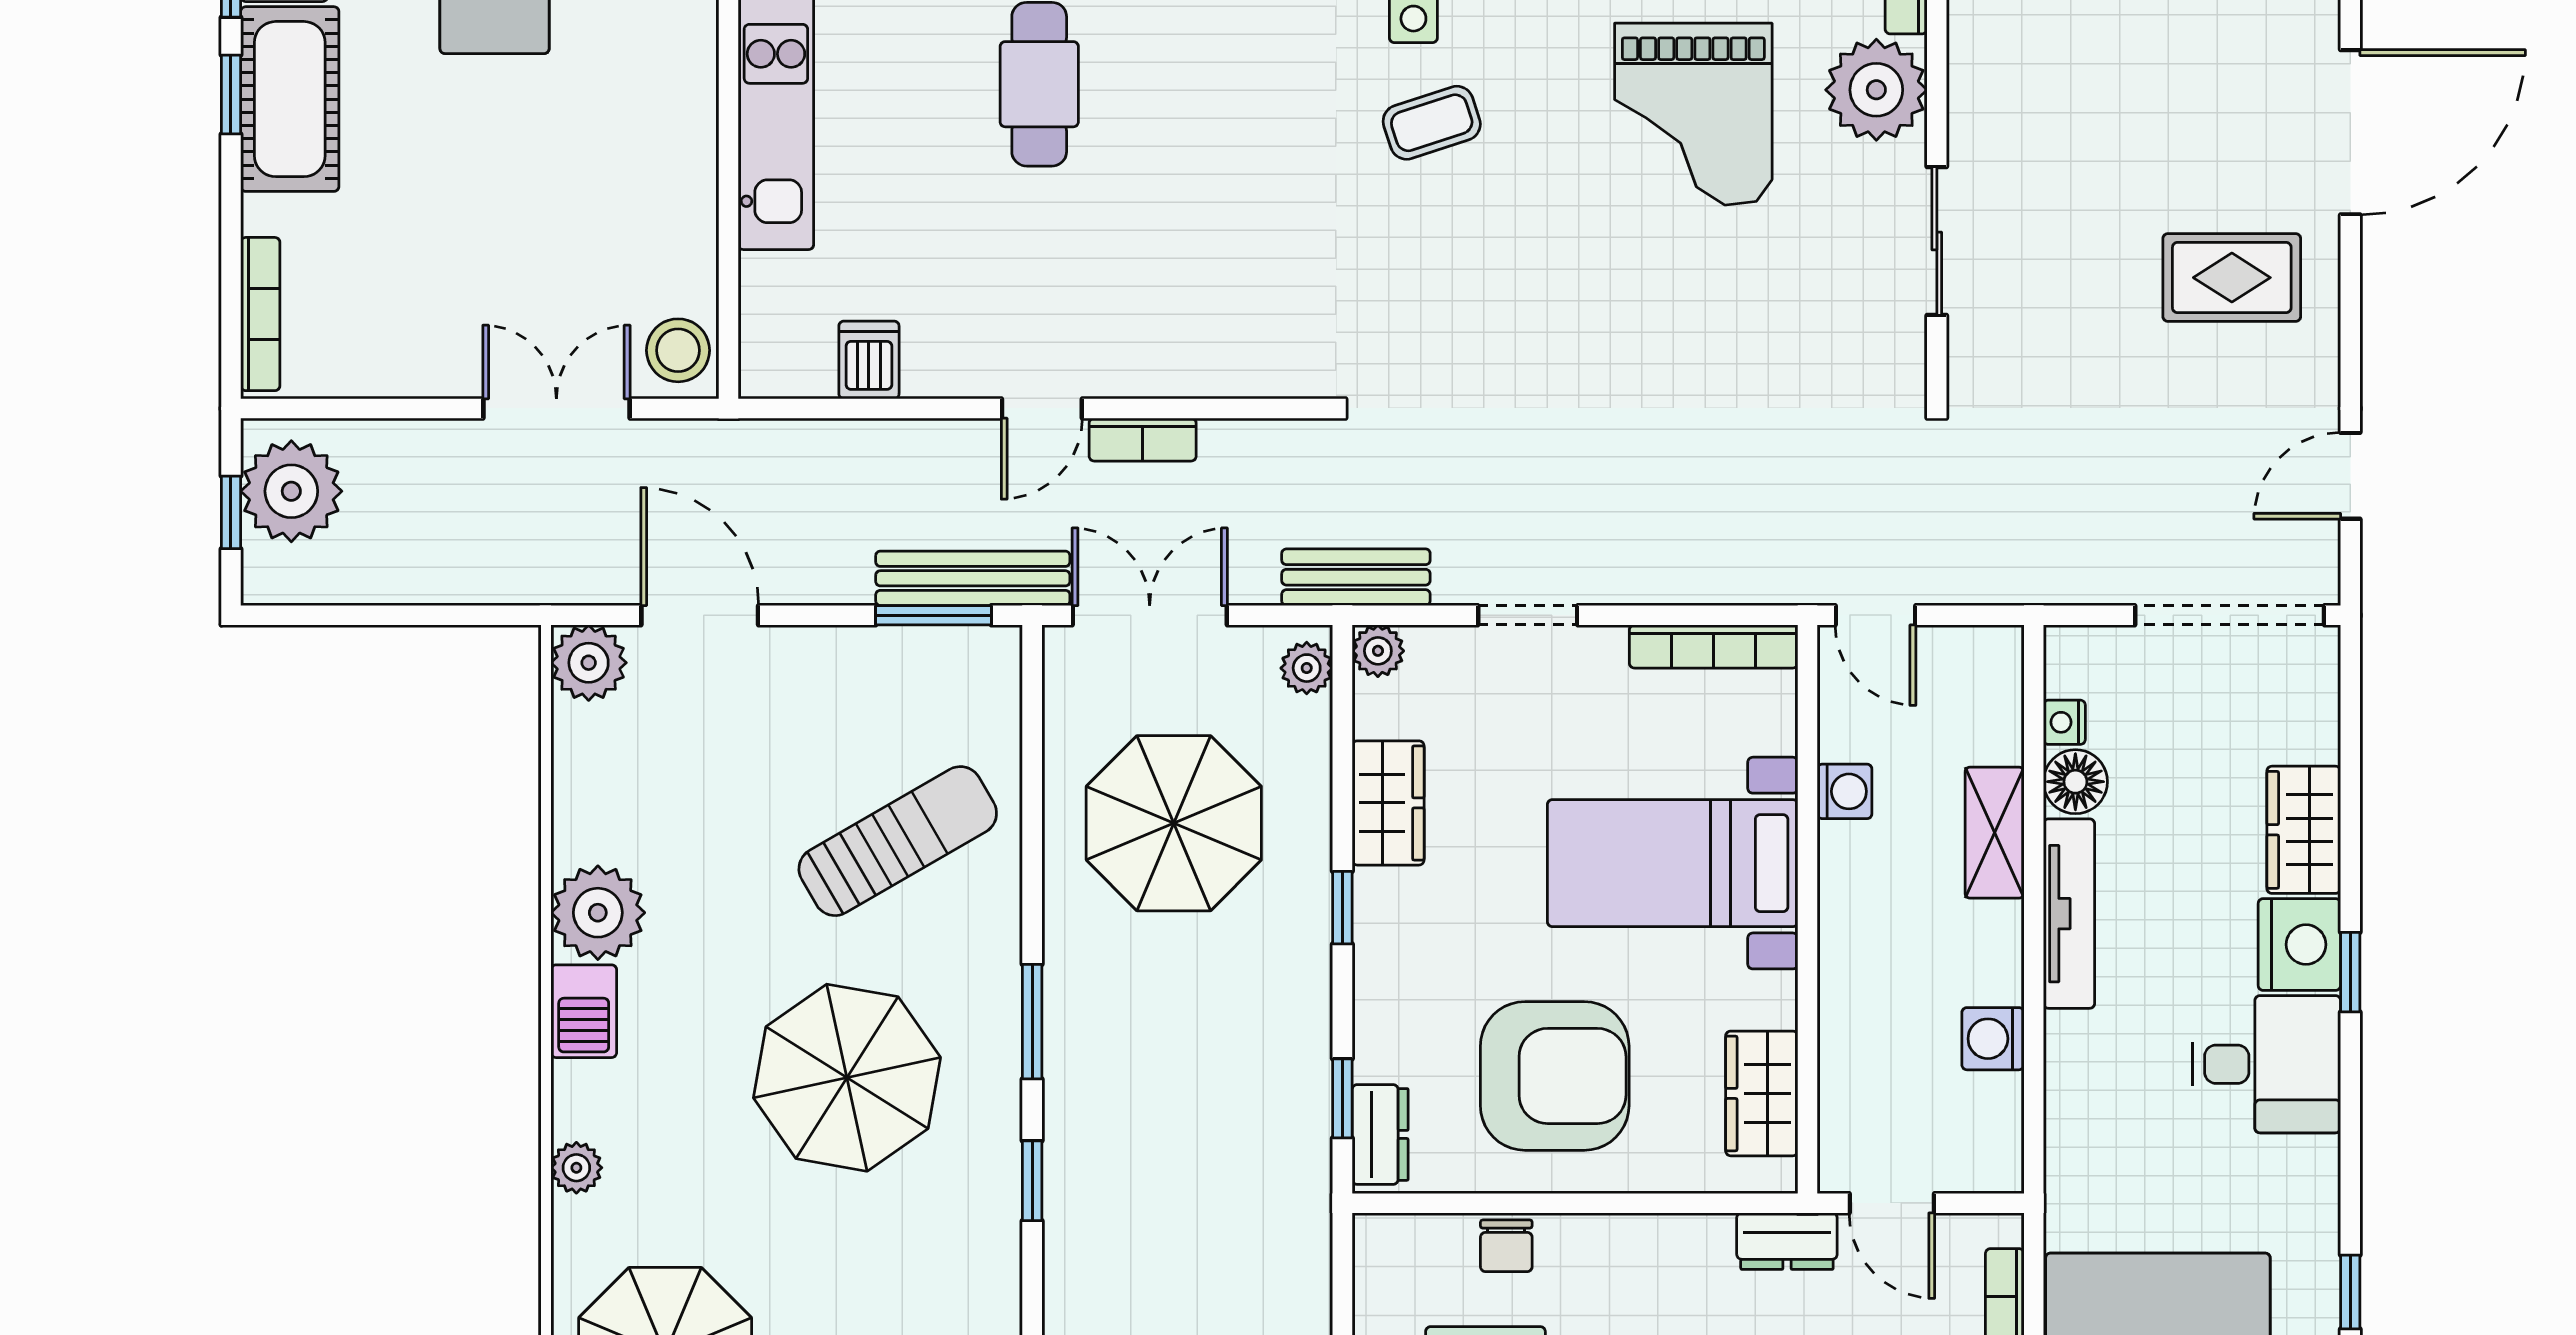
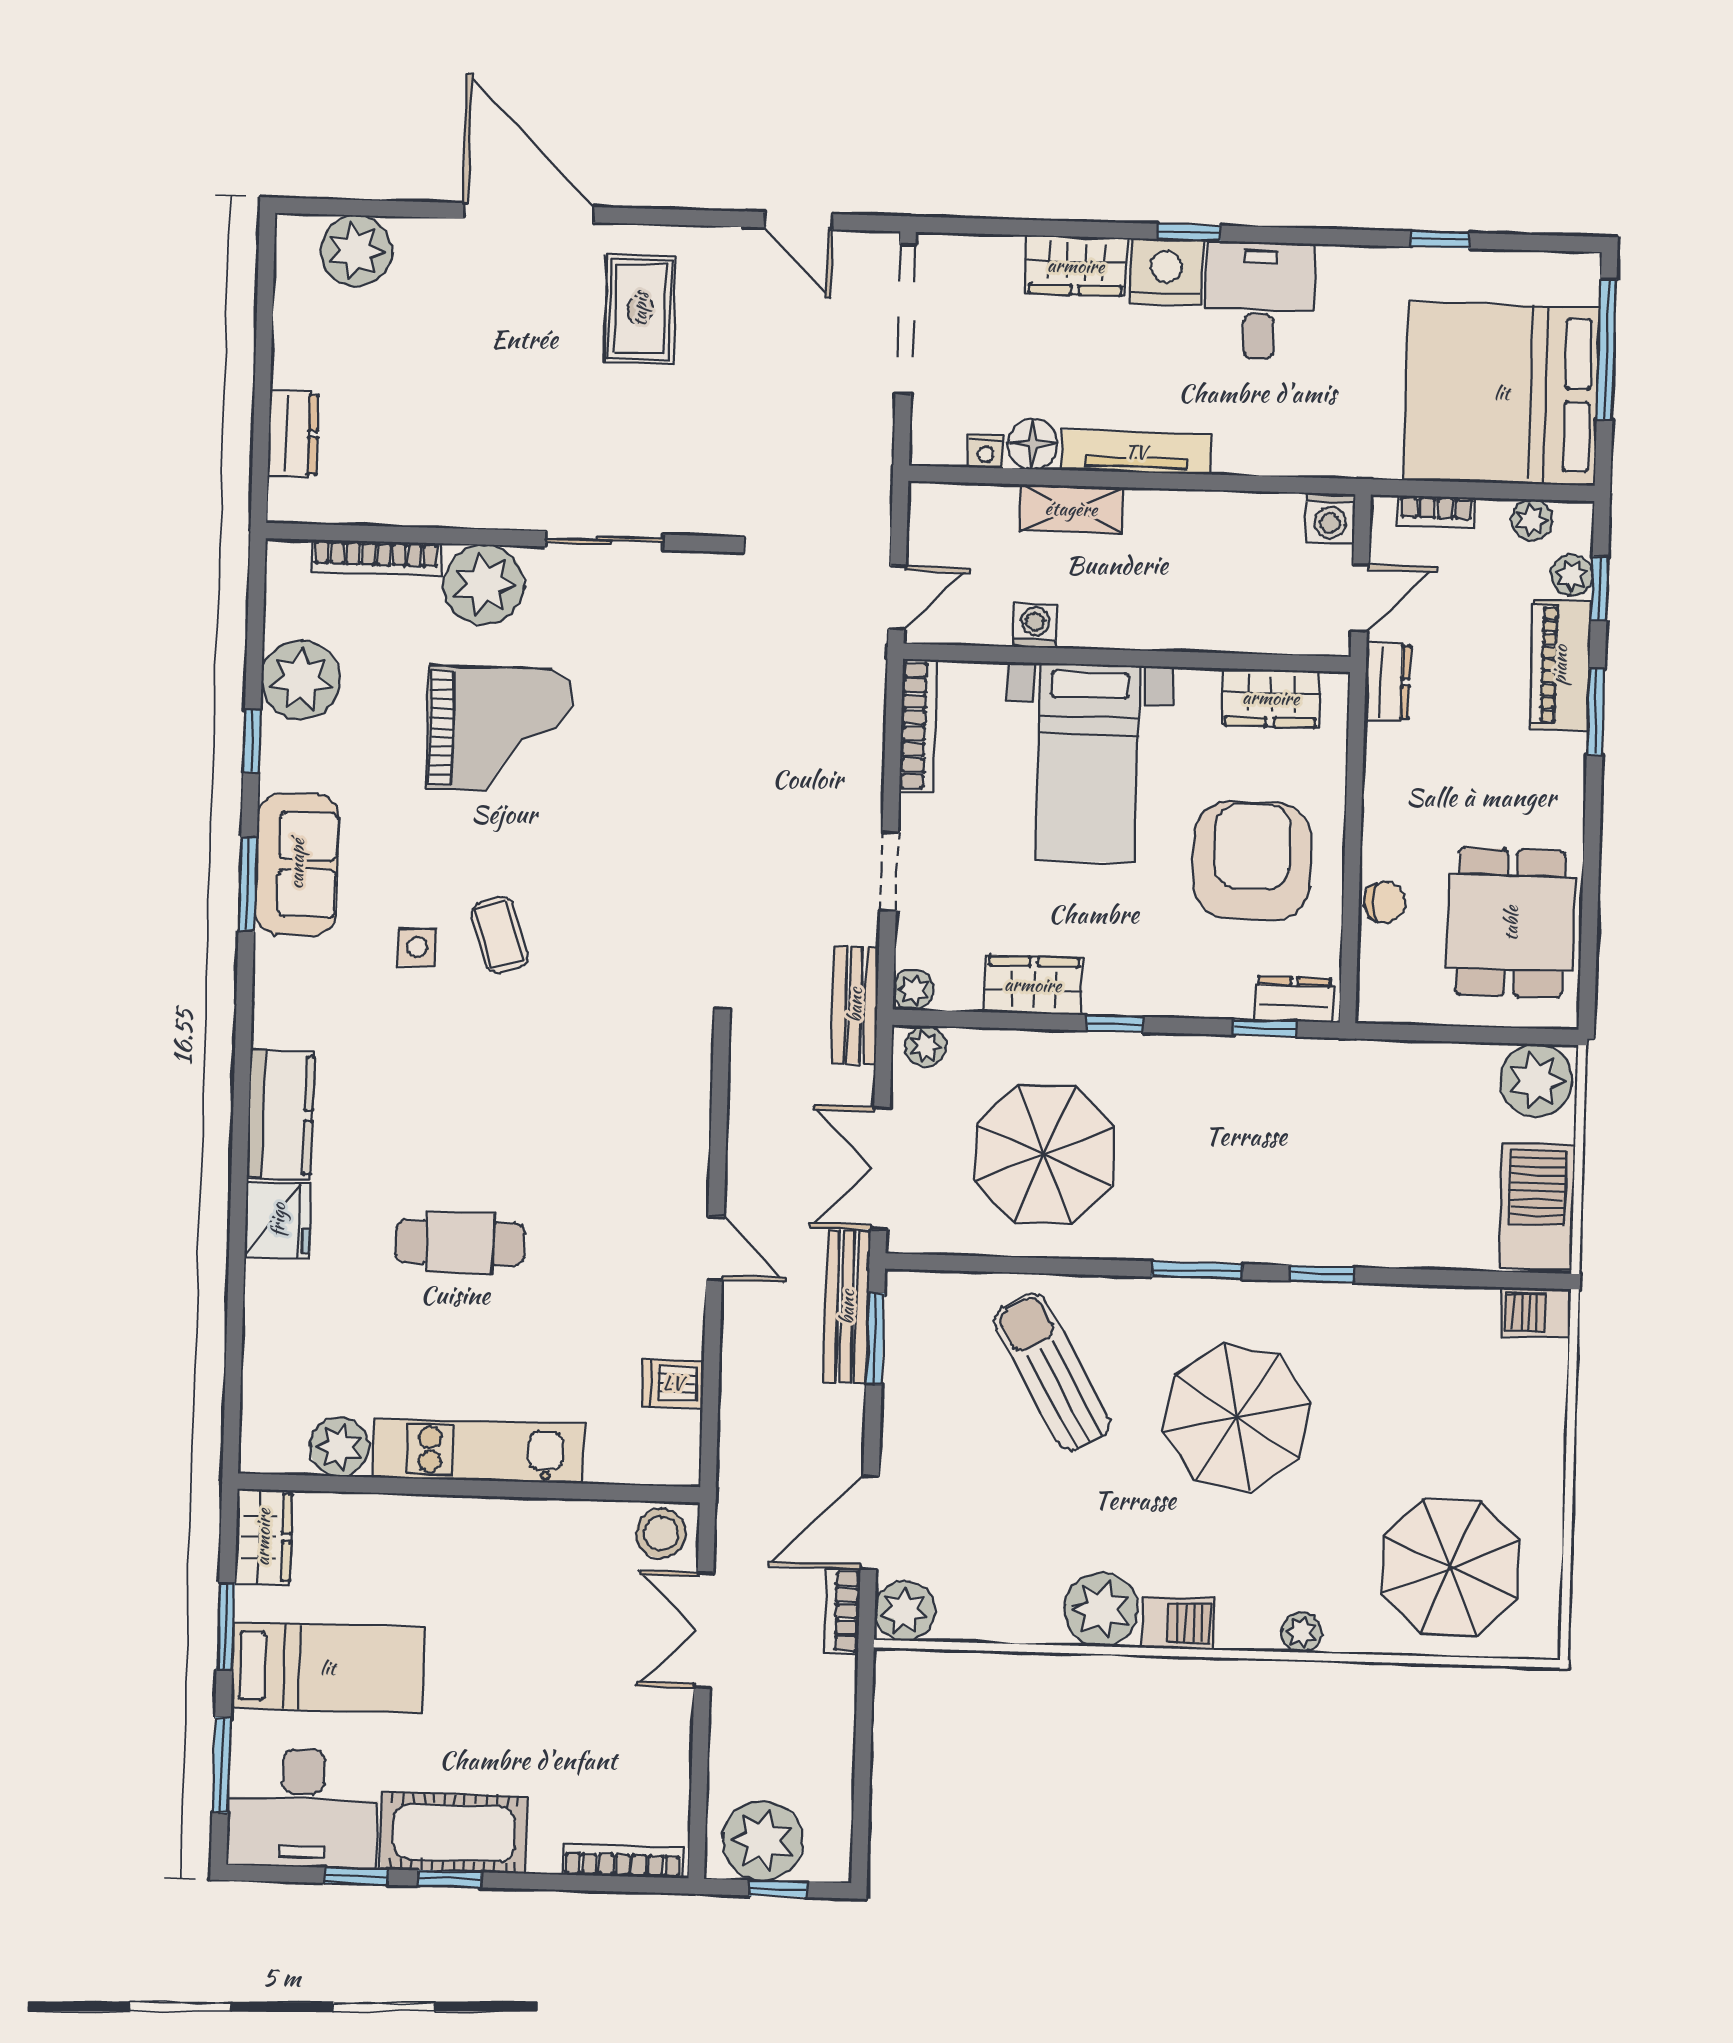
bookcase: (1143, 440) -> (843, 1611), moved, turned 180
washing machine: (1993, 1039) -> (1330, 518), moved

